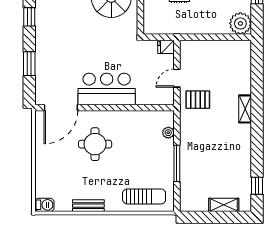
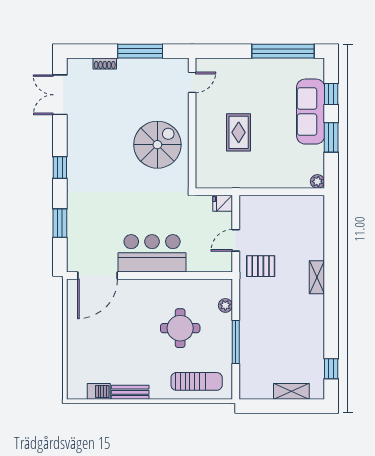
plant: (240, 23) -> (317, 181), width x0.53, depth x0.53
round table: (95, 144) -> (180, 328), moved
barbecue: (44, 205) -> (99, 391), moved

